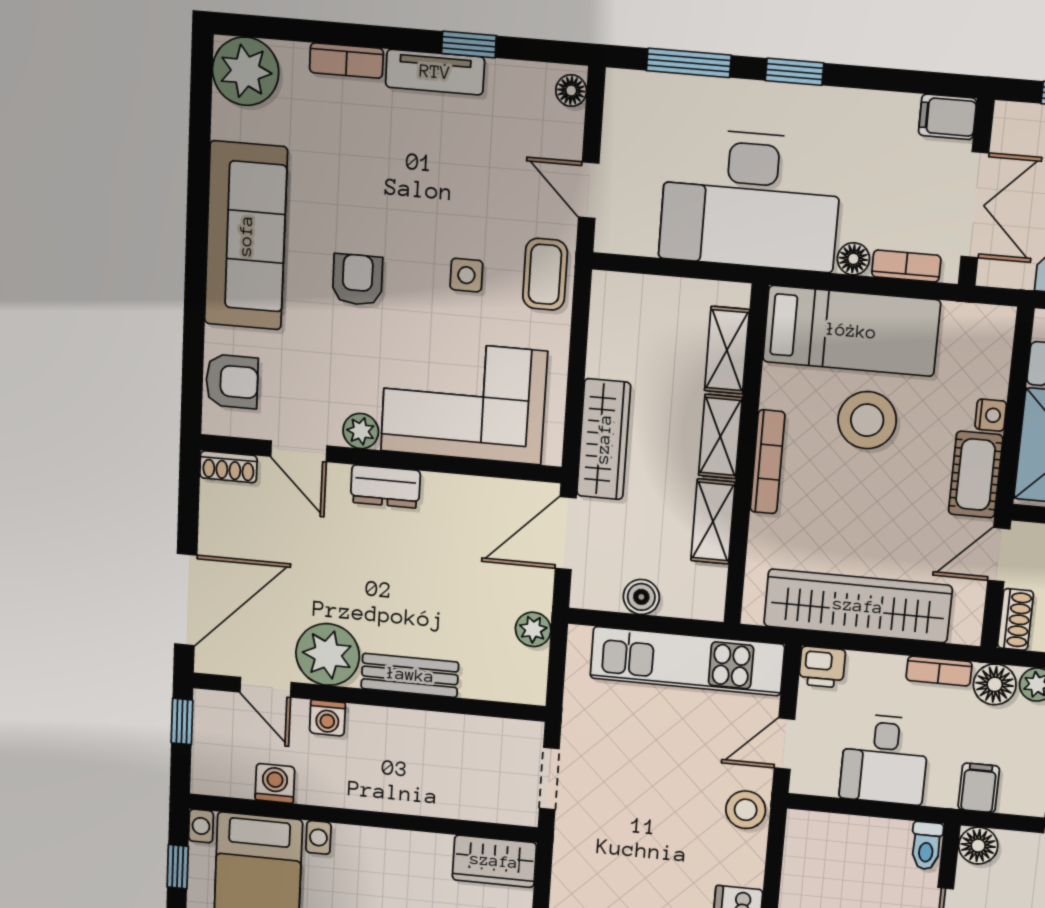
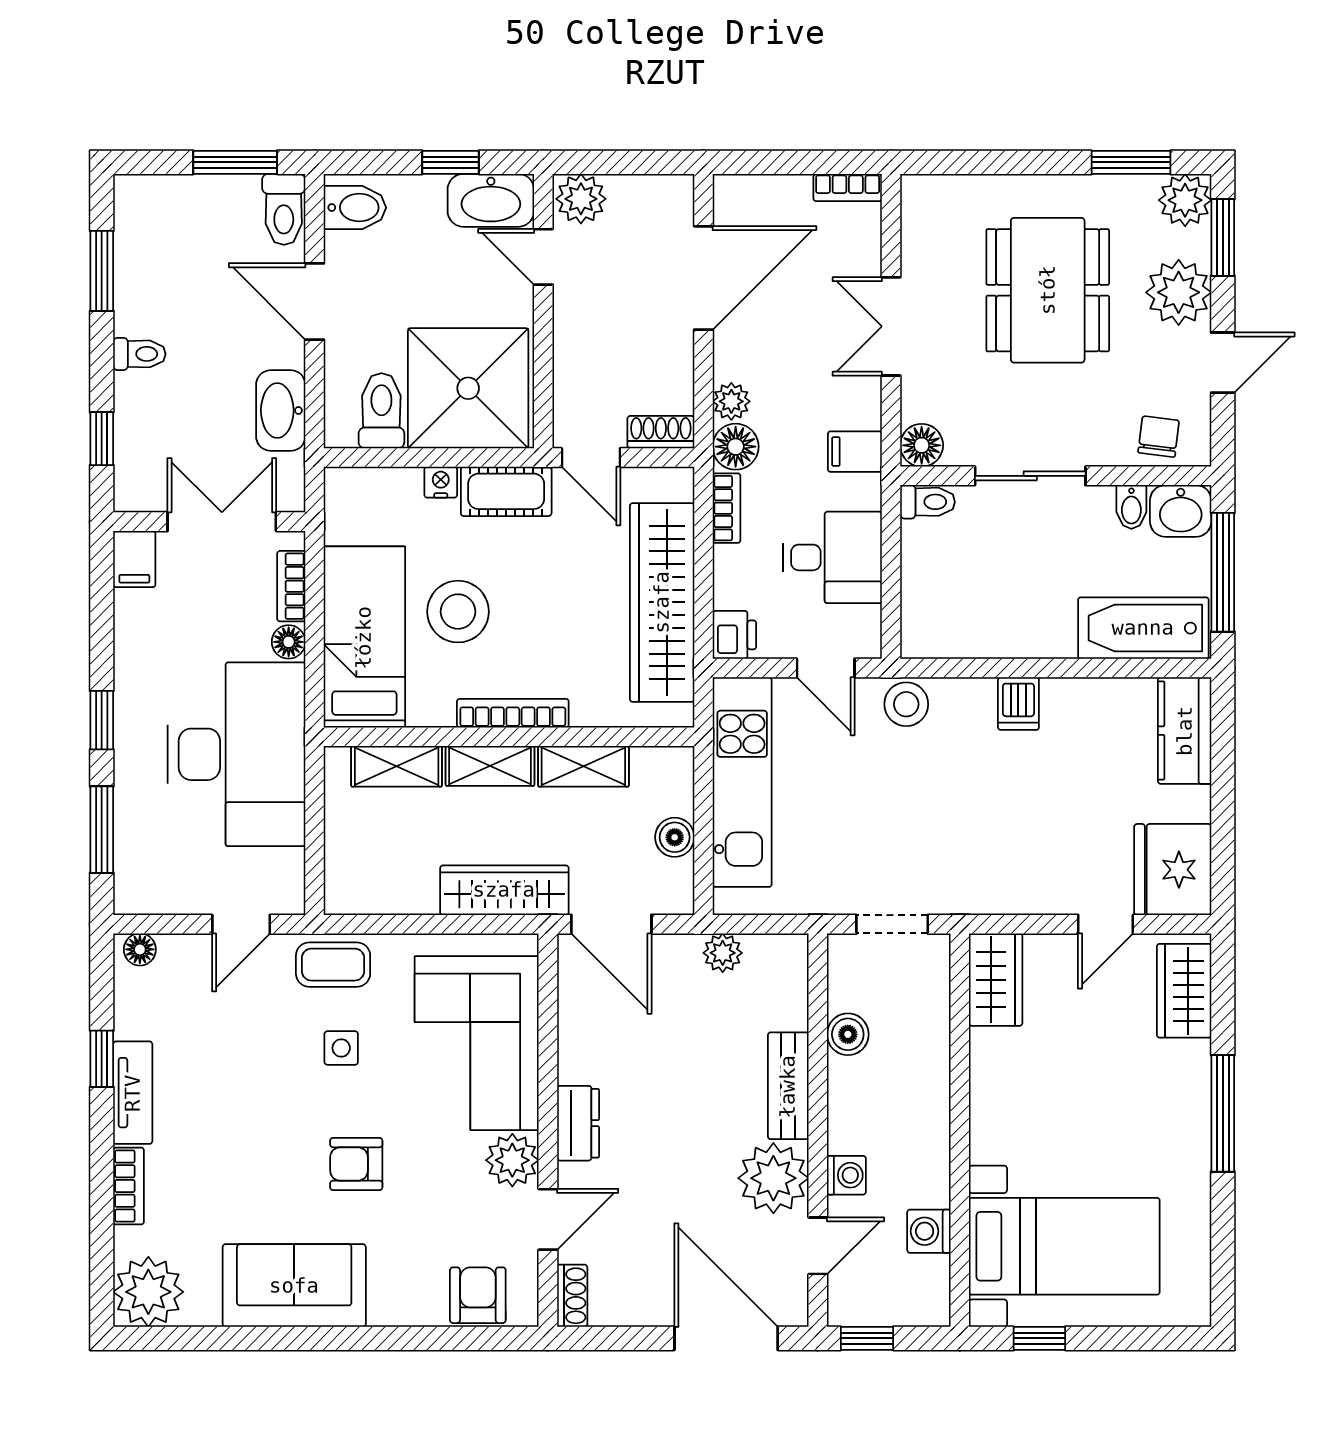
sofa: (246, 236) -> (294, 1286), width x0.73
plant: (361, 431) -> (512, 1160), width x1.38, depth x1.38
boiler: (453, 731) -> (848, 1034), added

